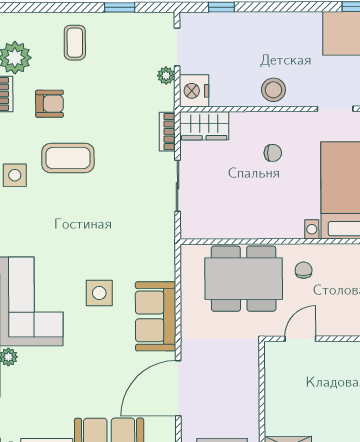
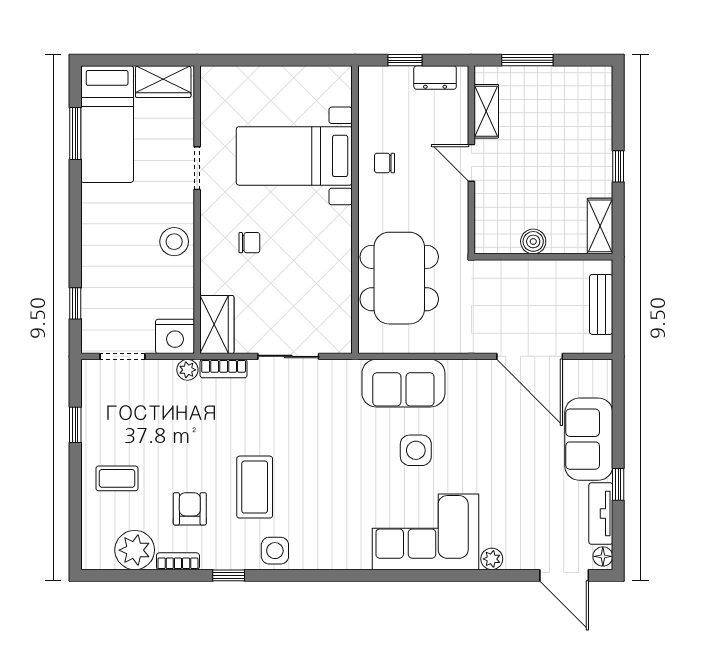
plant: (166, 76) -> (187, 370), moved
chair: (273, 153) -> (249, 243), turned 90
chair: (304, 270) -> (385, 163), moved
sofa: (156, 316) -> (403, 383), moved
door: (300, 339) -> (471, 163), moved
boiler: (275, 391) -> (533, 241), added

